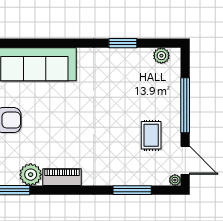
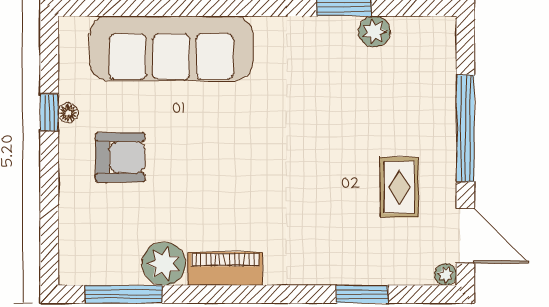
plant: (161, 56) -> (374, 31), moved
window: (132, 190) -> (362, 294), width x0.69

